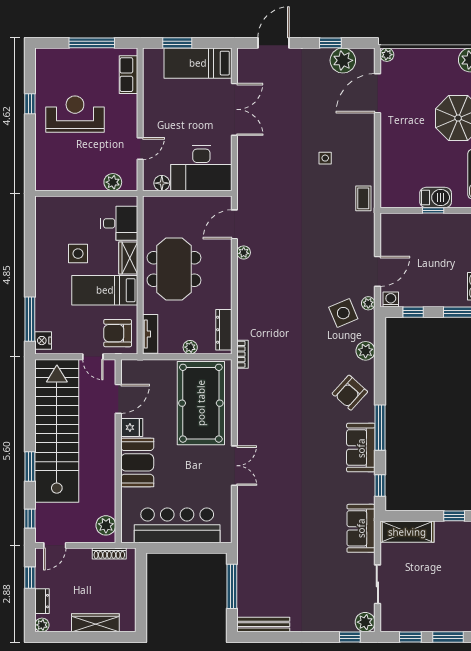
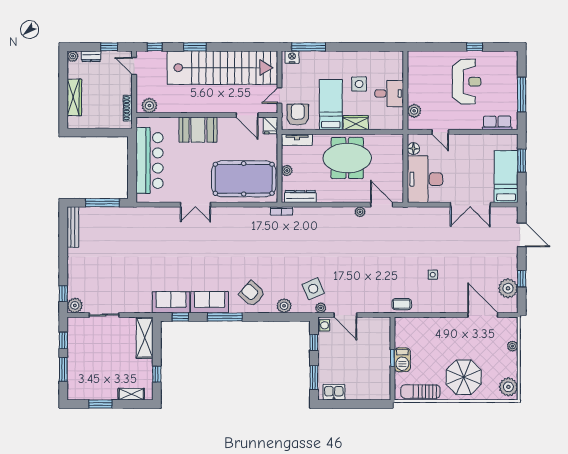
plant: (387, 55) -> (512, 346), moved
desk: (119, 223) -> (389, 93), moved, turned -90
fridge: (132, 427) -> (270, 125), moved
sofa: (361, 528) -> (171, 302), moved

